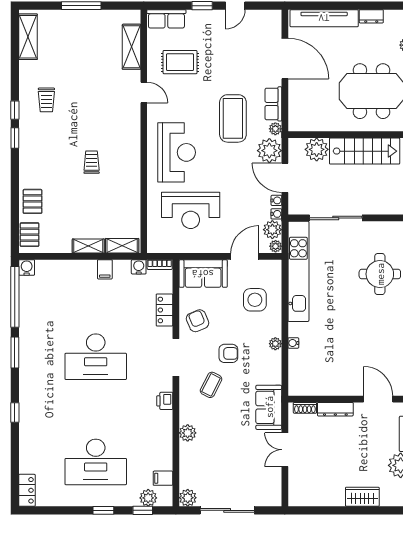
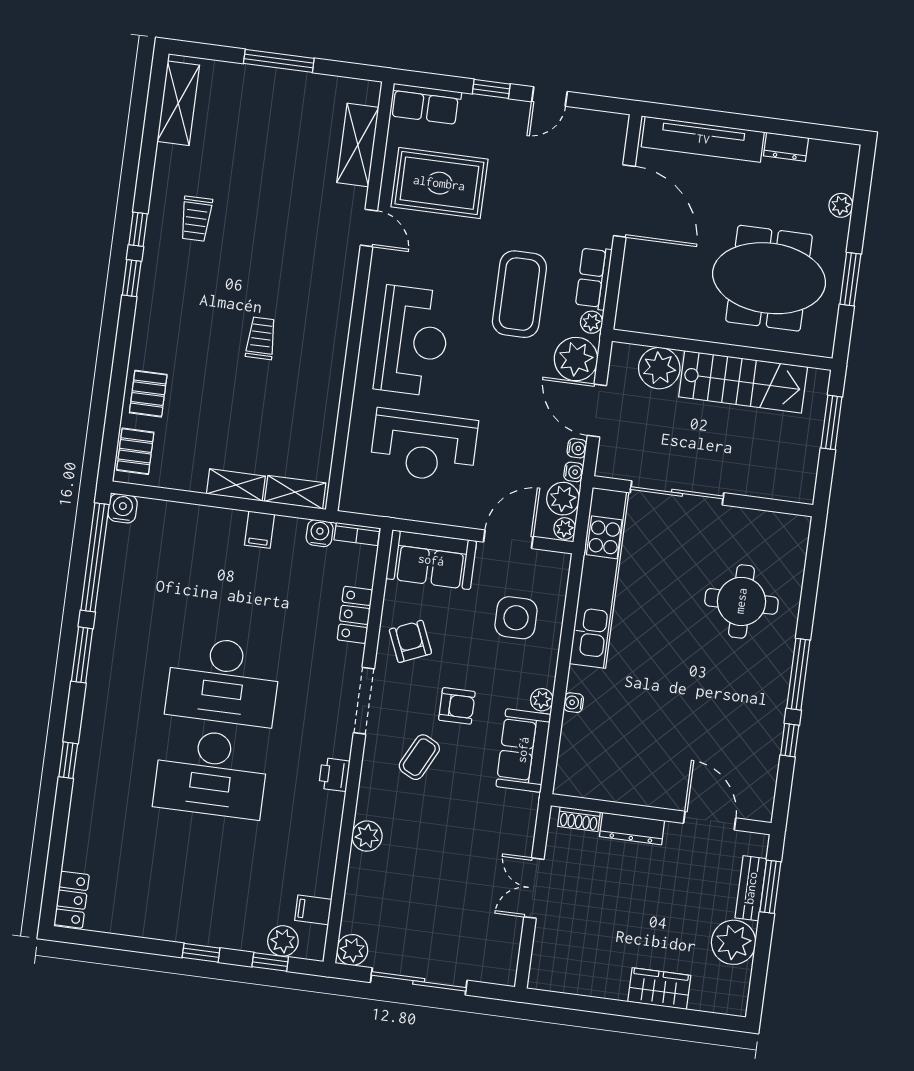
rug: (180, 62) -> (439, 183), width x1.36, depth x1.43
sofa: (269, 407) -> (523, 750), moved
desk: (96, 462) -> (211, 773), moved

